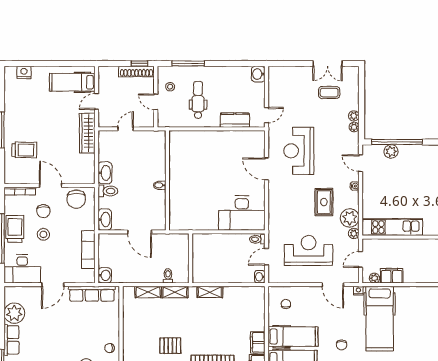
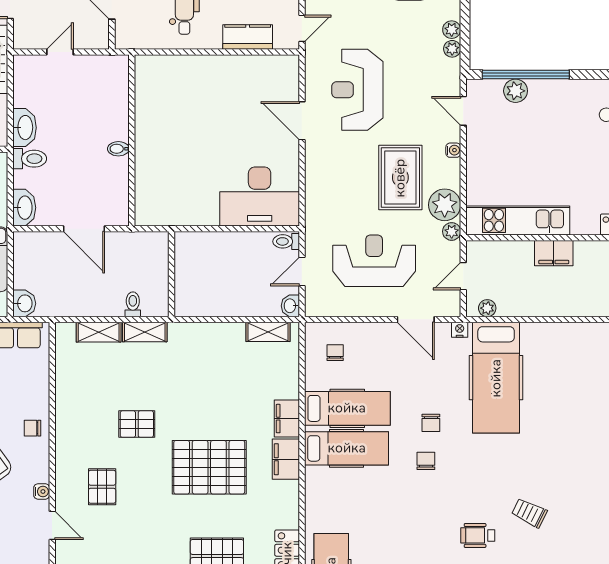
rug: (324, 202) -> (400, 178), width x1.36, depth x1.43
filing cabinet: (392, 276) -> (554, 253), moved, turned 180
shelving: (210, 292) -> (268, 332), moved

